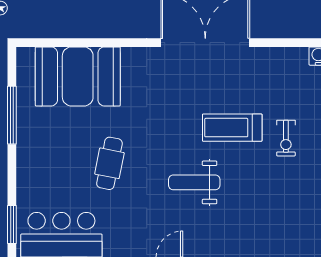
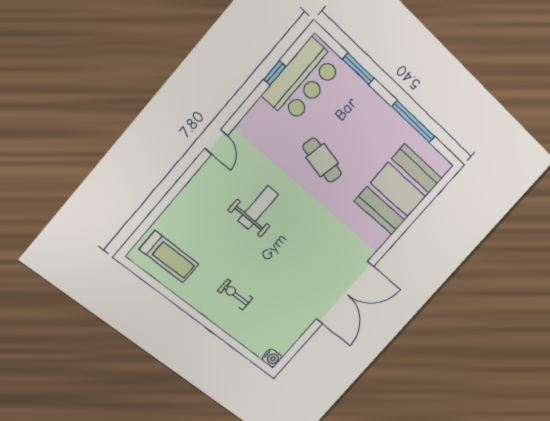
treadmill: (232, 128) -> (169, 257), moved, turned 90
window: (12, 225) -> (358, 69), moved

